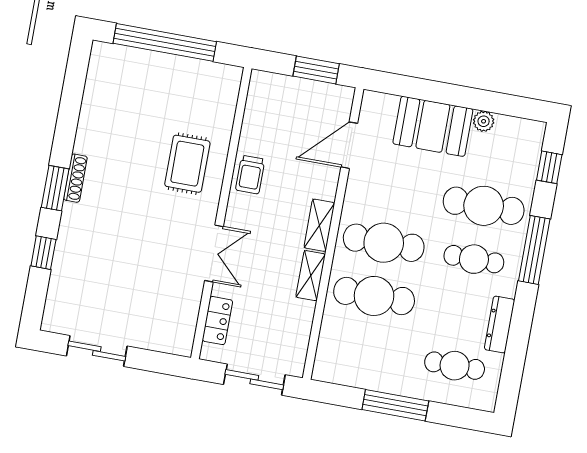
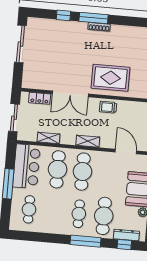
rug: (187, 164) -> (110, 78), width x1.36, depth x1.43
window: (55, 188) -> (94, 18), width x1.44
double door: (214, 254) -> (70, 94), width x1.37
shelving: (311, 276) -> (48, 138), moved
dresser: (500, 324) -> (126, 235), moved
sliding door: (97, 351) -> (20, 44), width x1.37
bar counter: (361, 362) -> (27, 166), added

